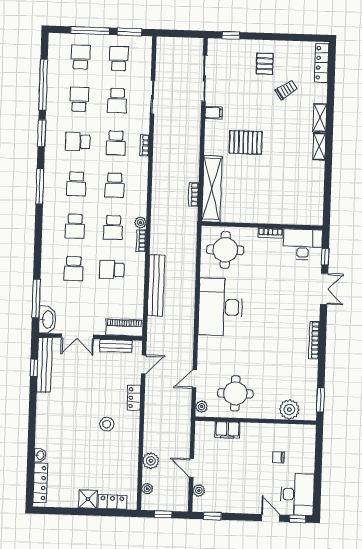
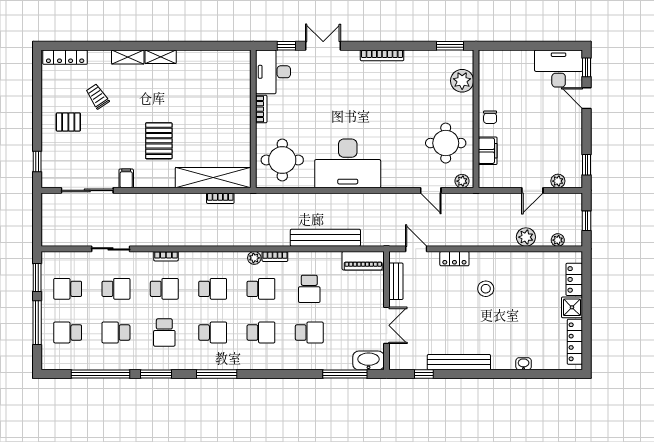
piano: (124, 328) -> (363, 261), moved, turned -90
bench: (44, 365) -> (459, 362), moved
chair: (278, 457) -> (490, 117), moved
locker: (40, 483) -> (575, 342), moved, turned -90
door: (271, 518) -> (586, 98), hinge flipped

